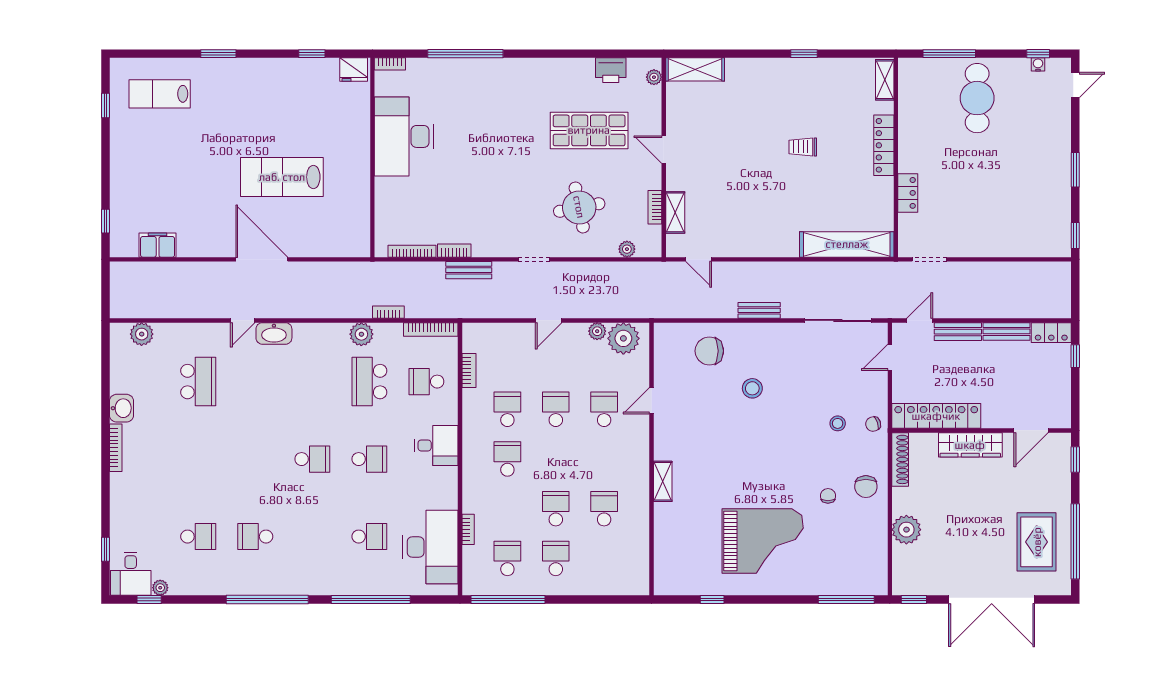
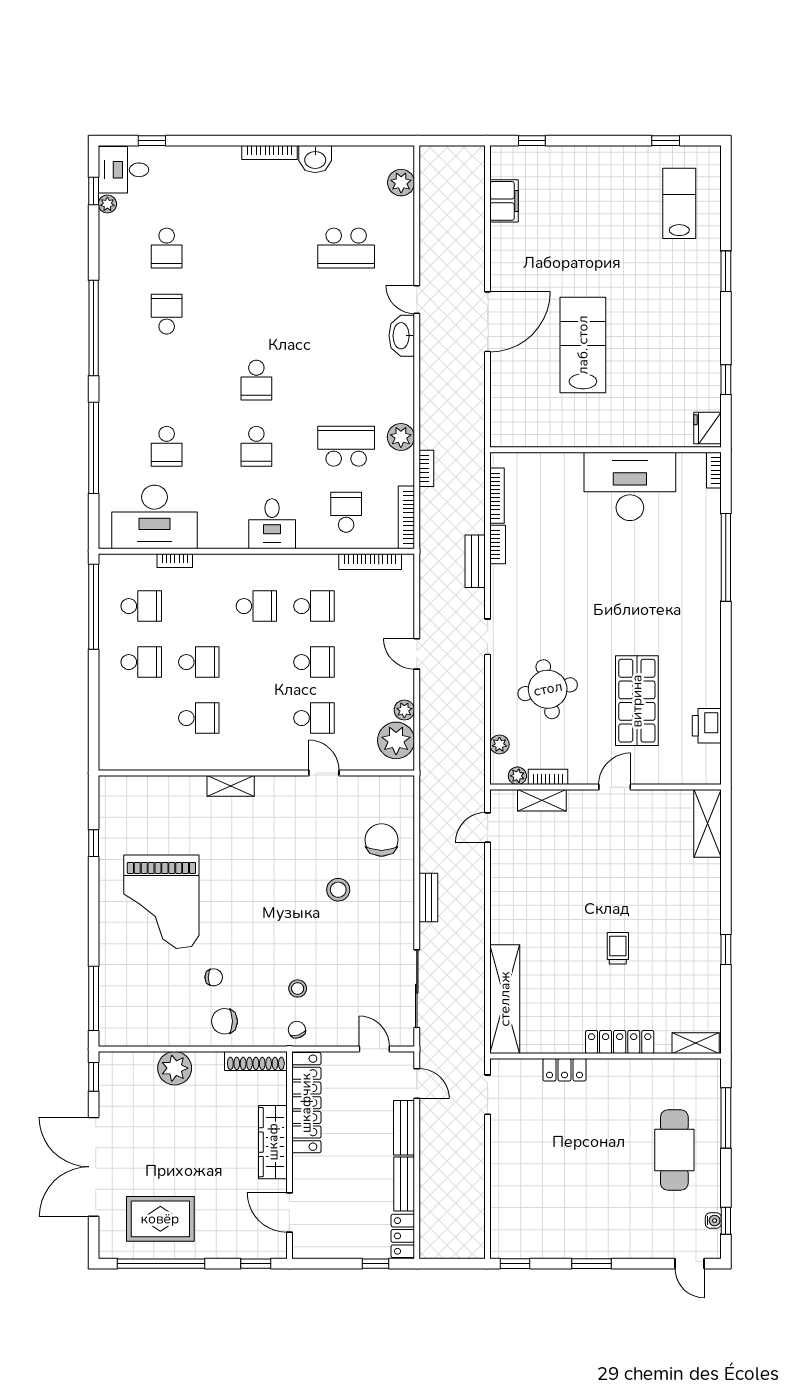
plant: (654, 77) -> (517, 776), moved
cafe table: (977, 98) -> (674, 1150), turned 90
bookcase: (469, 370) -> (370, 562), width x1.56

